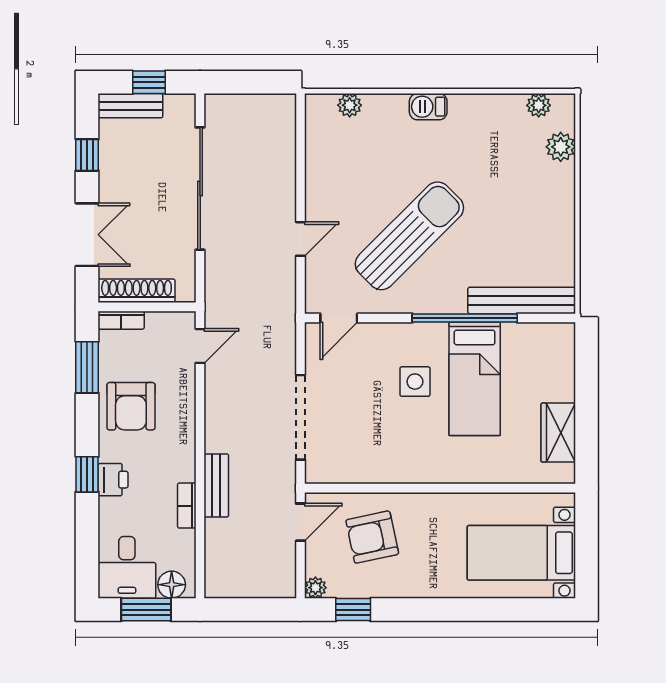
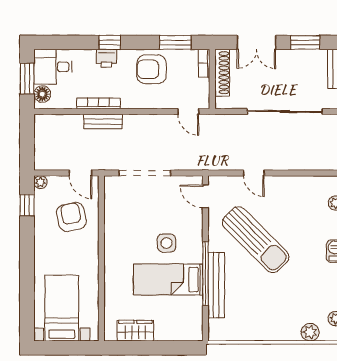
window: (87, 155) -> (305, 42), width x1.50
bench: (522, 300) -> (216, 285), moved
bookcase: (187, 506) -> (99, 103), width x1.56

